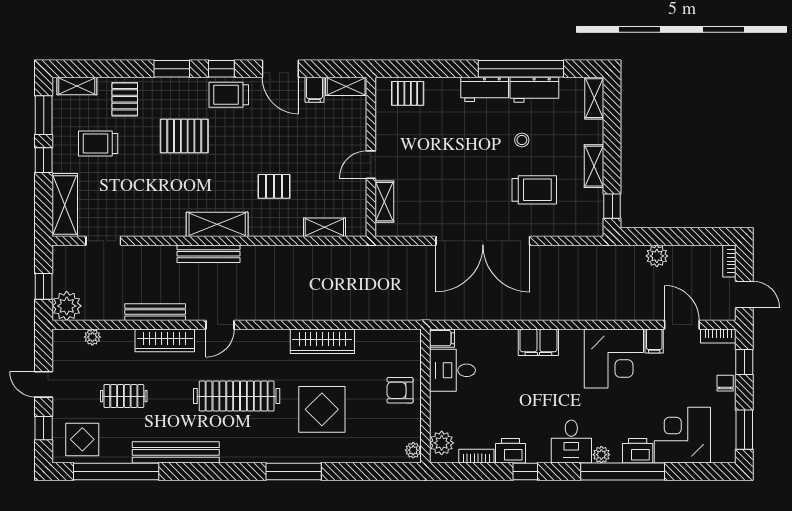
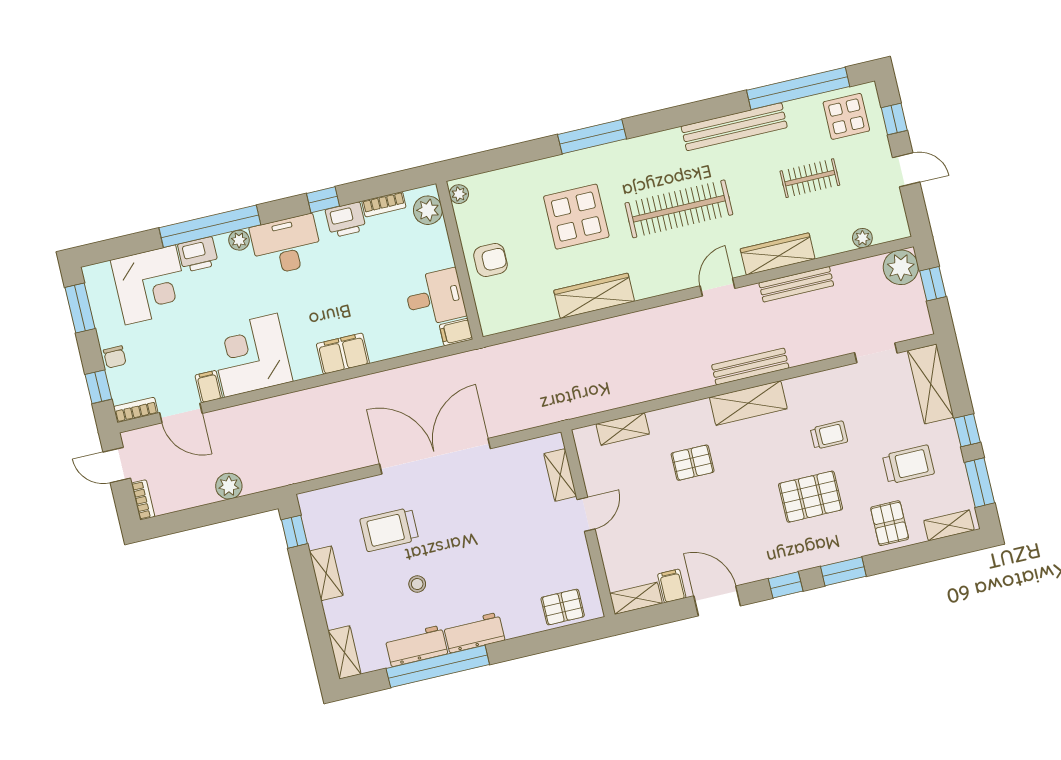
trolley: (229, 95) -> (829, 435), moved, width x0.73, depth x0.72
desk: (571, 442) -> (286, 245), width x1.37

